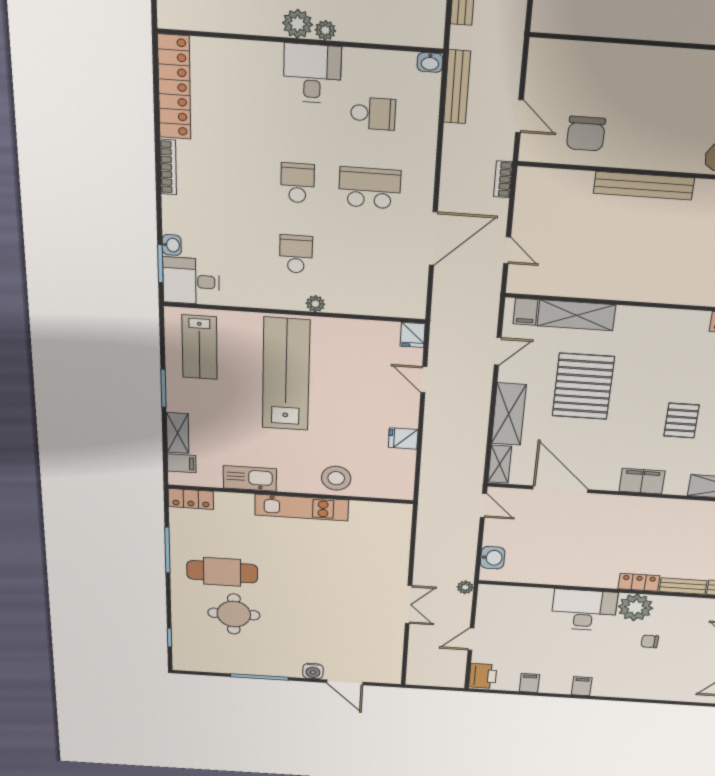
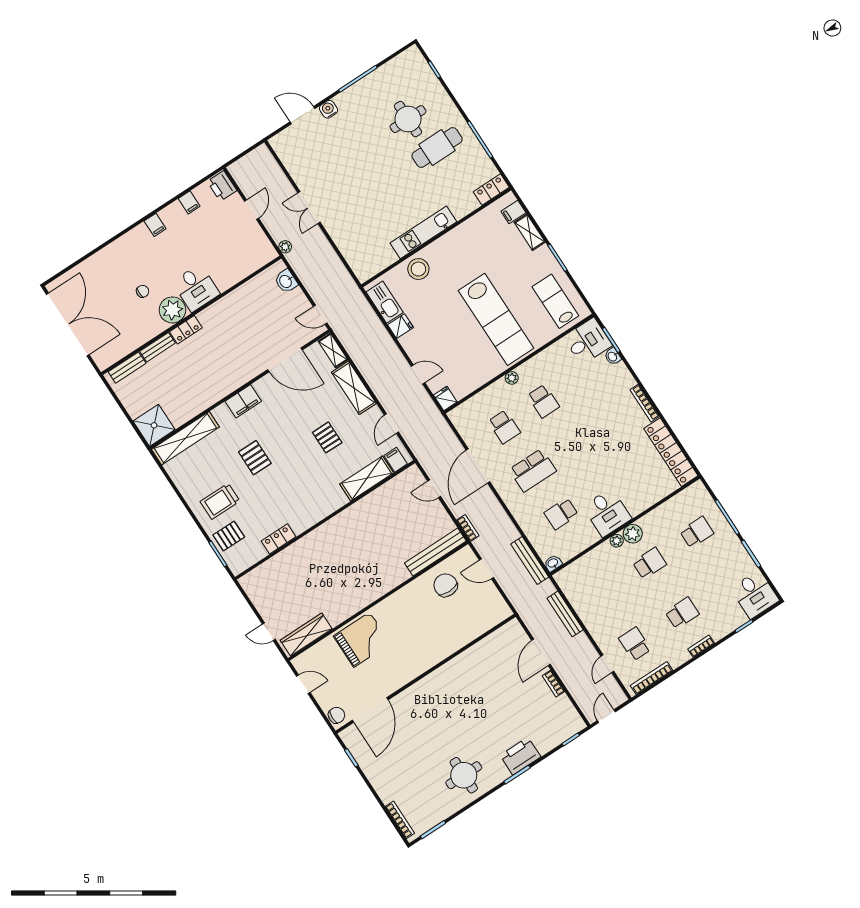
school desk: (298, 183) -> (504, 427), moved
bench: (644, 186) -> (435, 552), moved
pallet: (583, 386) -> (327, 437), width x0.49, depth x0.50
kitchen sink: (250, 478) -> (385, 302), moved, turned -90
desk: (584, 610) -> (196, 288), width x0.73

